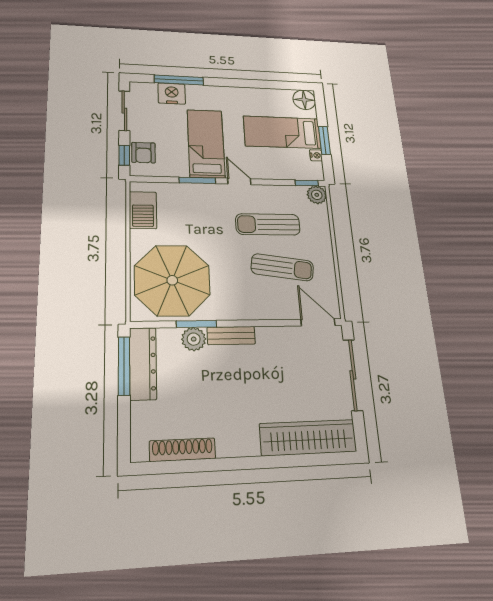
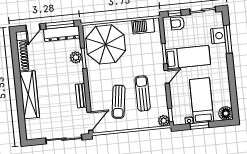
bench: (231, 336) -> (81, 96), moved
door: (124, 423) -> (33, 27), added
wardrobe: (308, 438) -> (29, 95), moved

